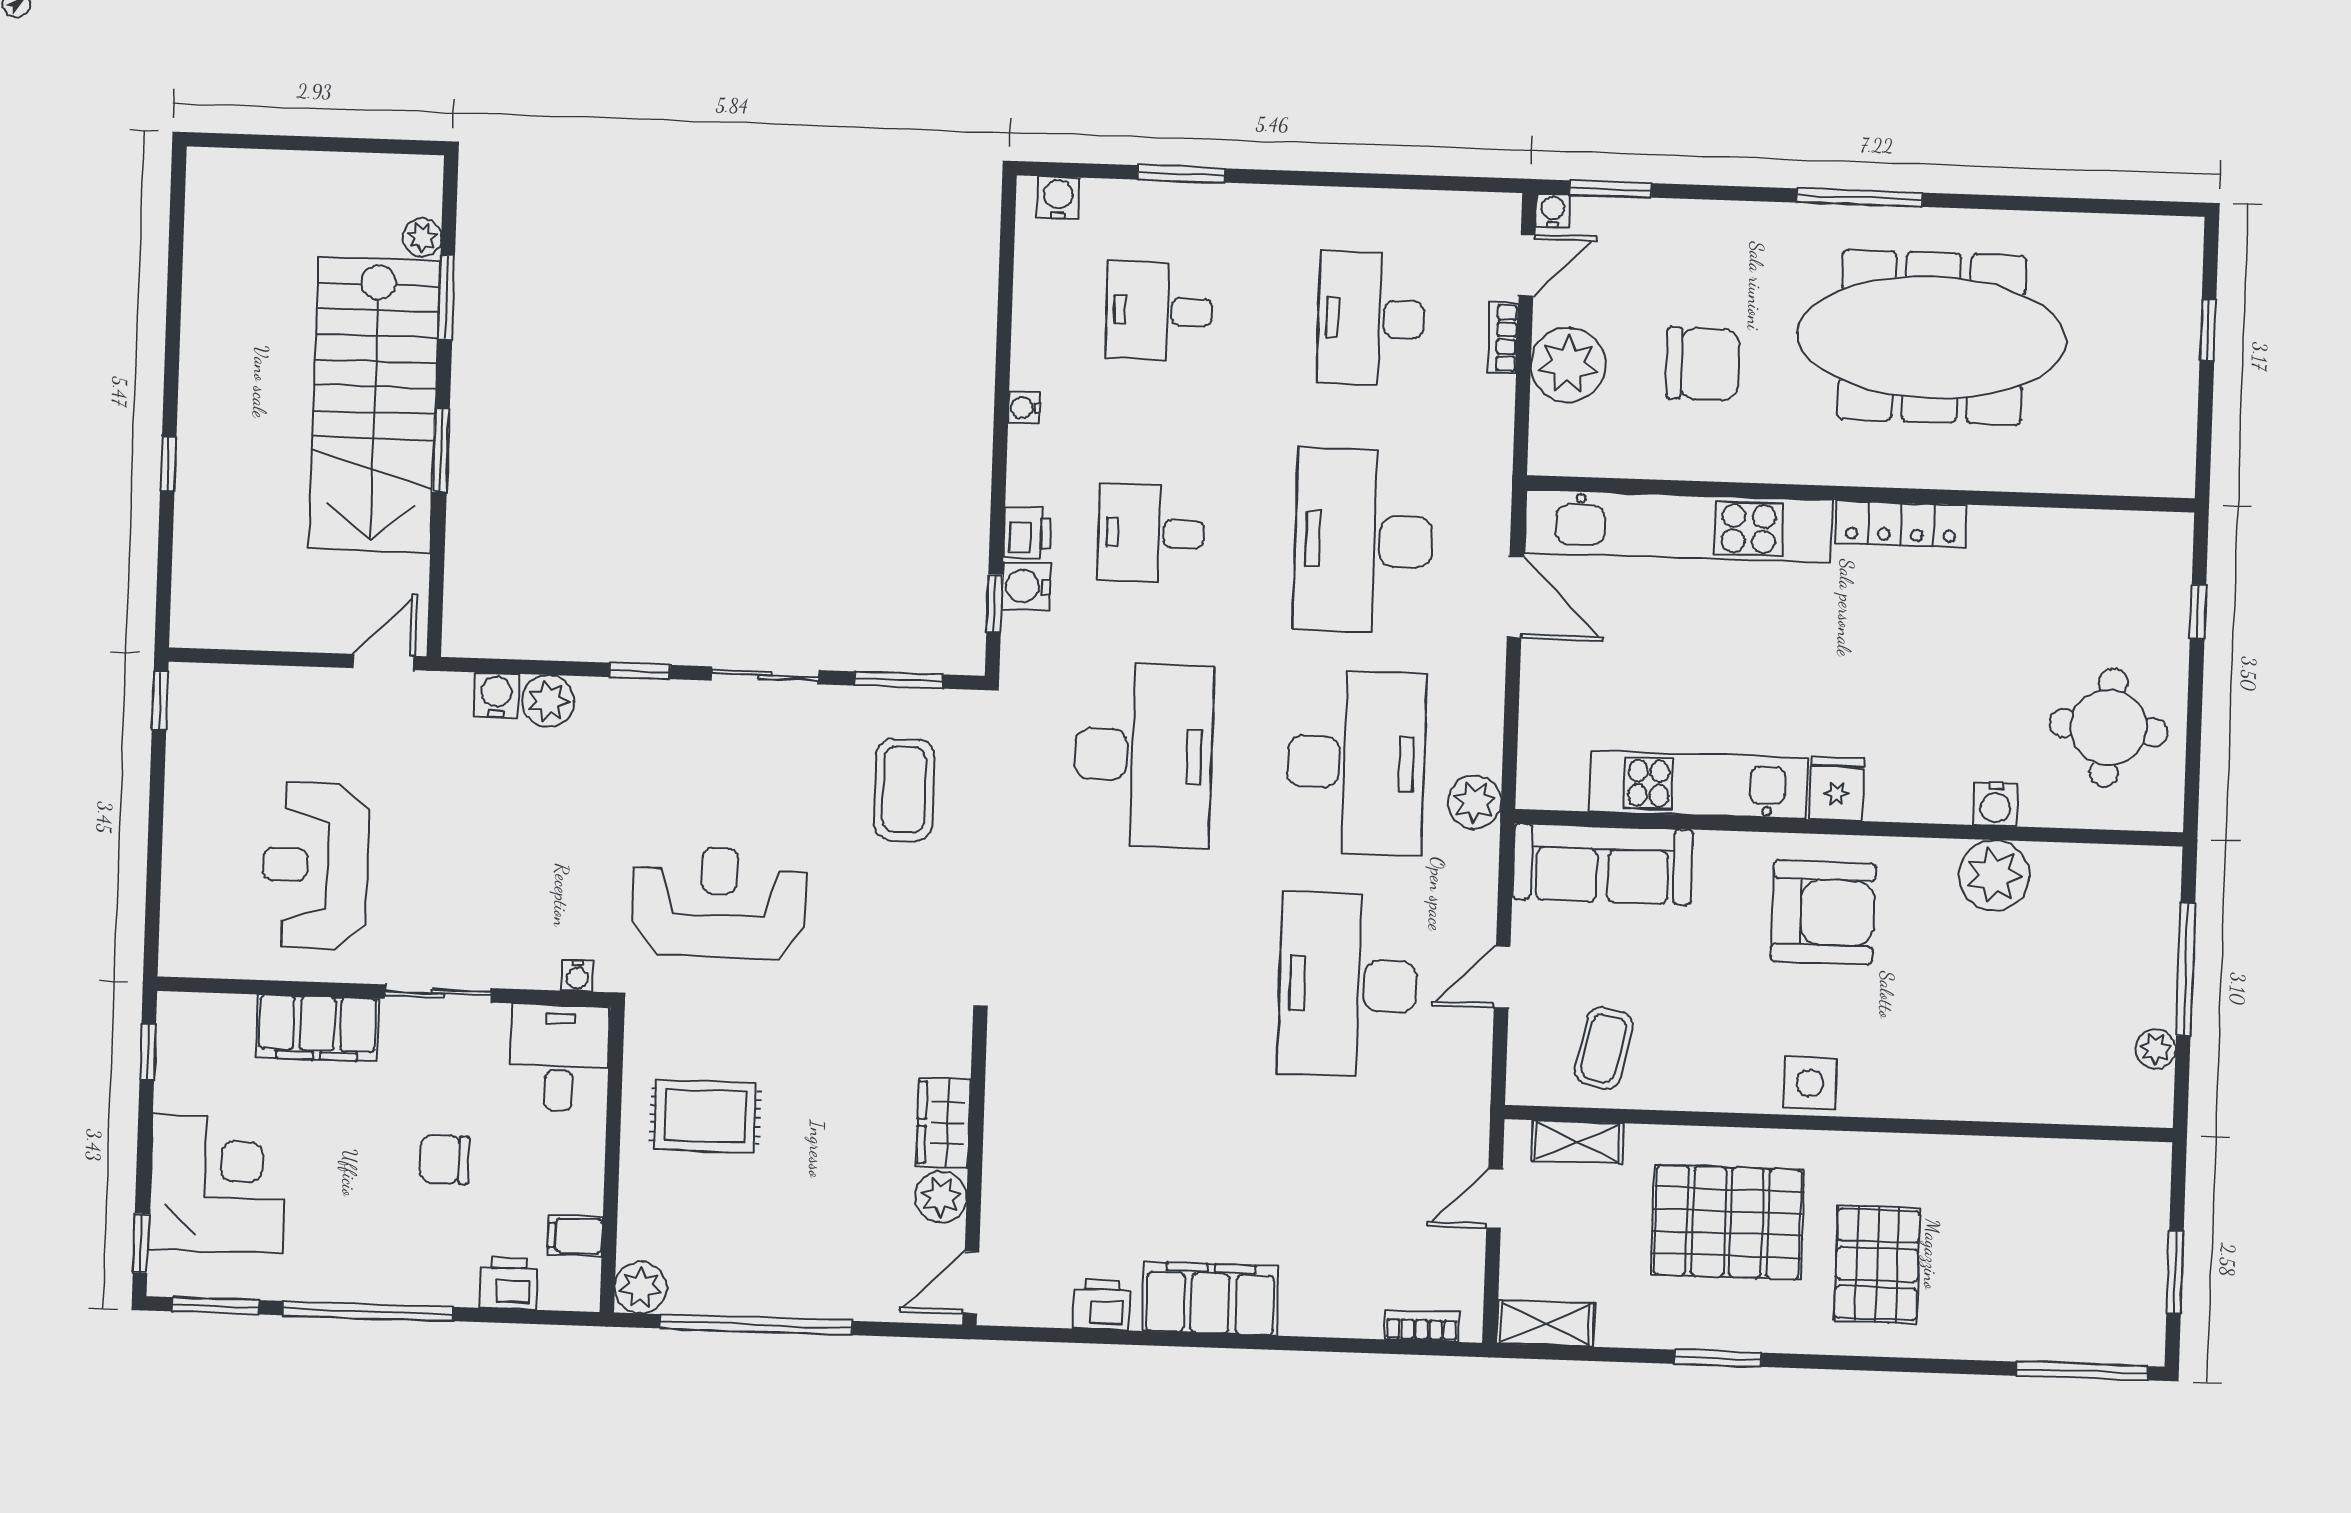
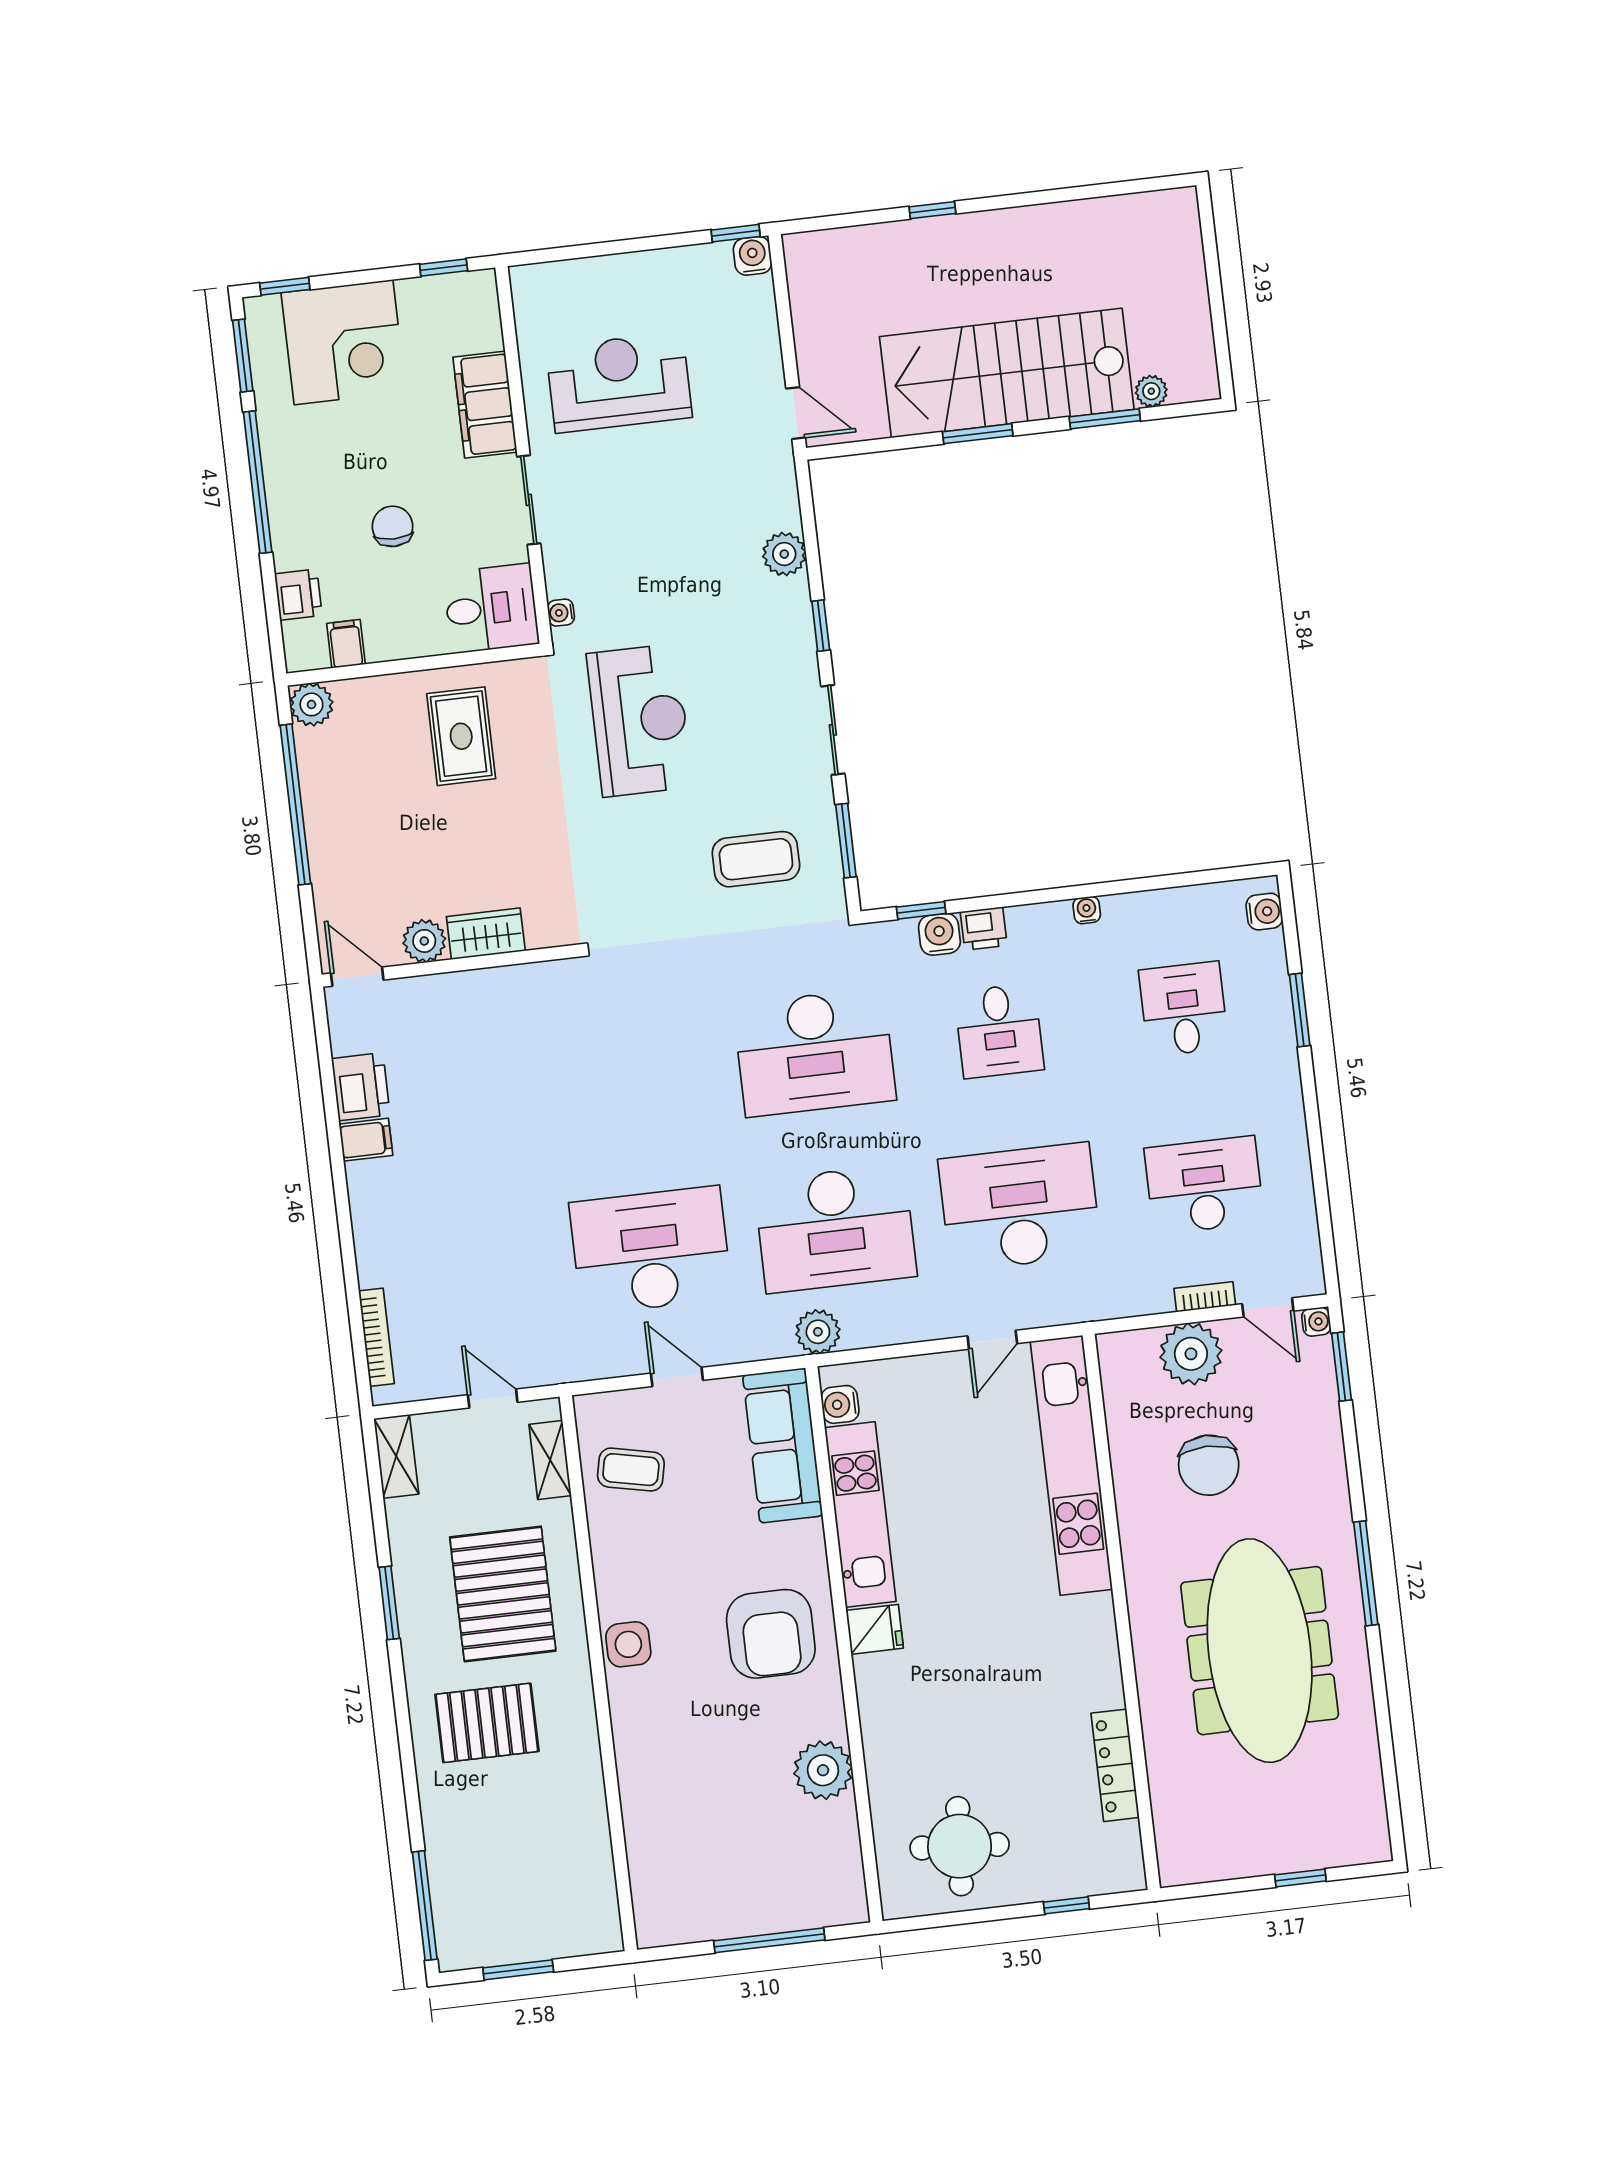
locker: (1901, 524) -> (1115, 1765), moved
desk: (1151, 533) -> (999, 1031), turned 180
door: (1515, 597) -> (992, 1340), width x0.73
water cooler: (496, 695) -> (753, 256), moved, turned -90
water cooler: (1996, 804) -> (840, 1404), moved
plant: (2156, 1049) -> (700, 1926), removed
filing cabinet: (1210, 1299) -> (366, 1140), width x0.33, depth x0.86
printer: (1102, 1305) -> (361, 1087), width x1.36, depth x1.24
bookcase: (1422, 1326) -> (376, 1337), width x1.56

